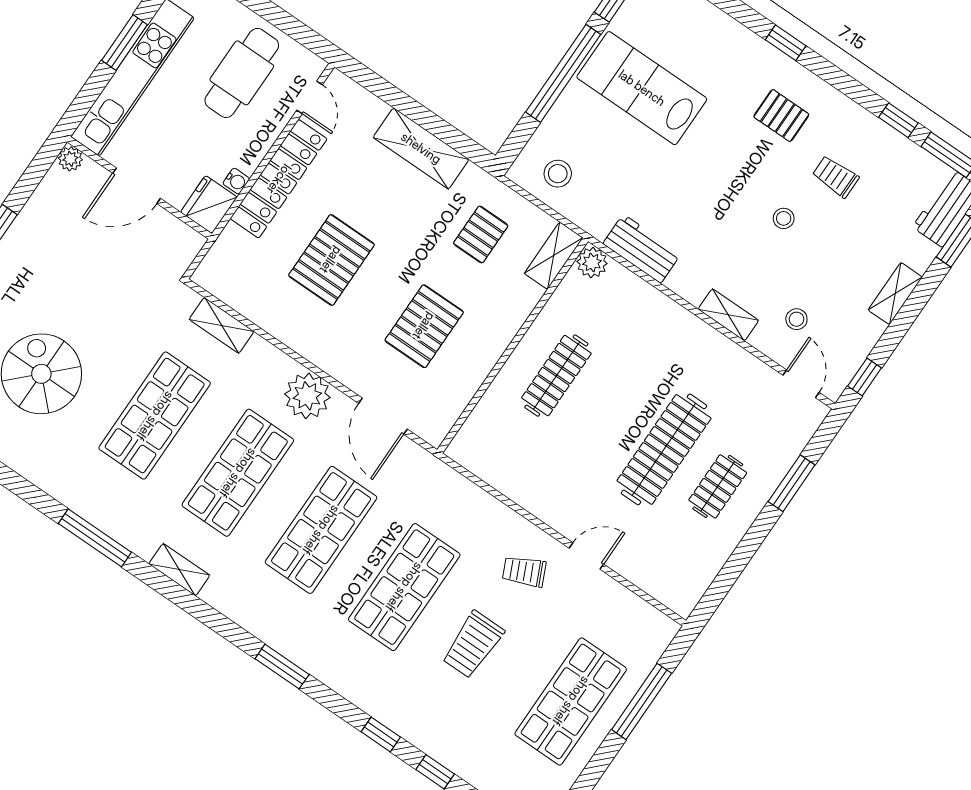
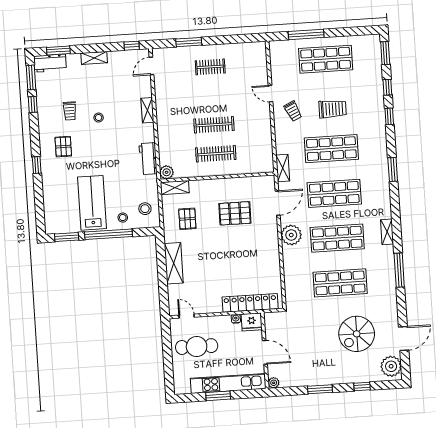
lab bench: (642, 88) -> (92, 203), turned 180
door: (310, 97) -> (187, 316), hinge flipped
locker: (279, 179) -> (250, 303), moved
pallet: (481, 234) -> (187, 219), turned 90
pallet: (331, 260) -> (237, 264), removed
stool: (796, 319) -> (123, 218), moved
shelving: (222, 325) -> (283, 168), moved
clothes rail: (664, 449) -> (214, 125), moved, width x0.73, depth x0.76

